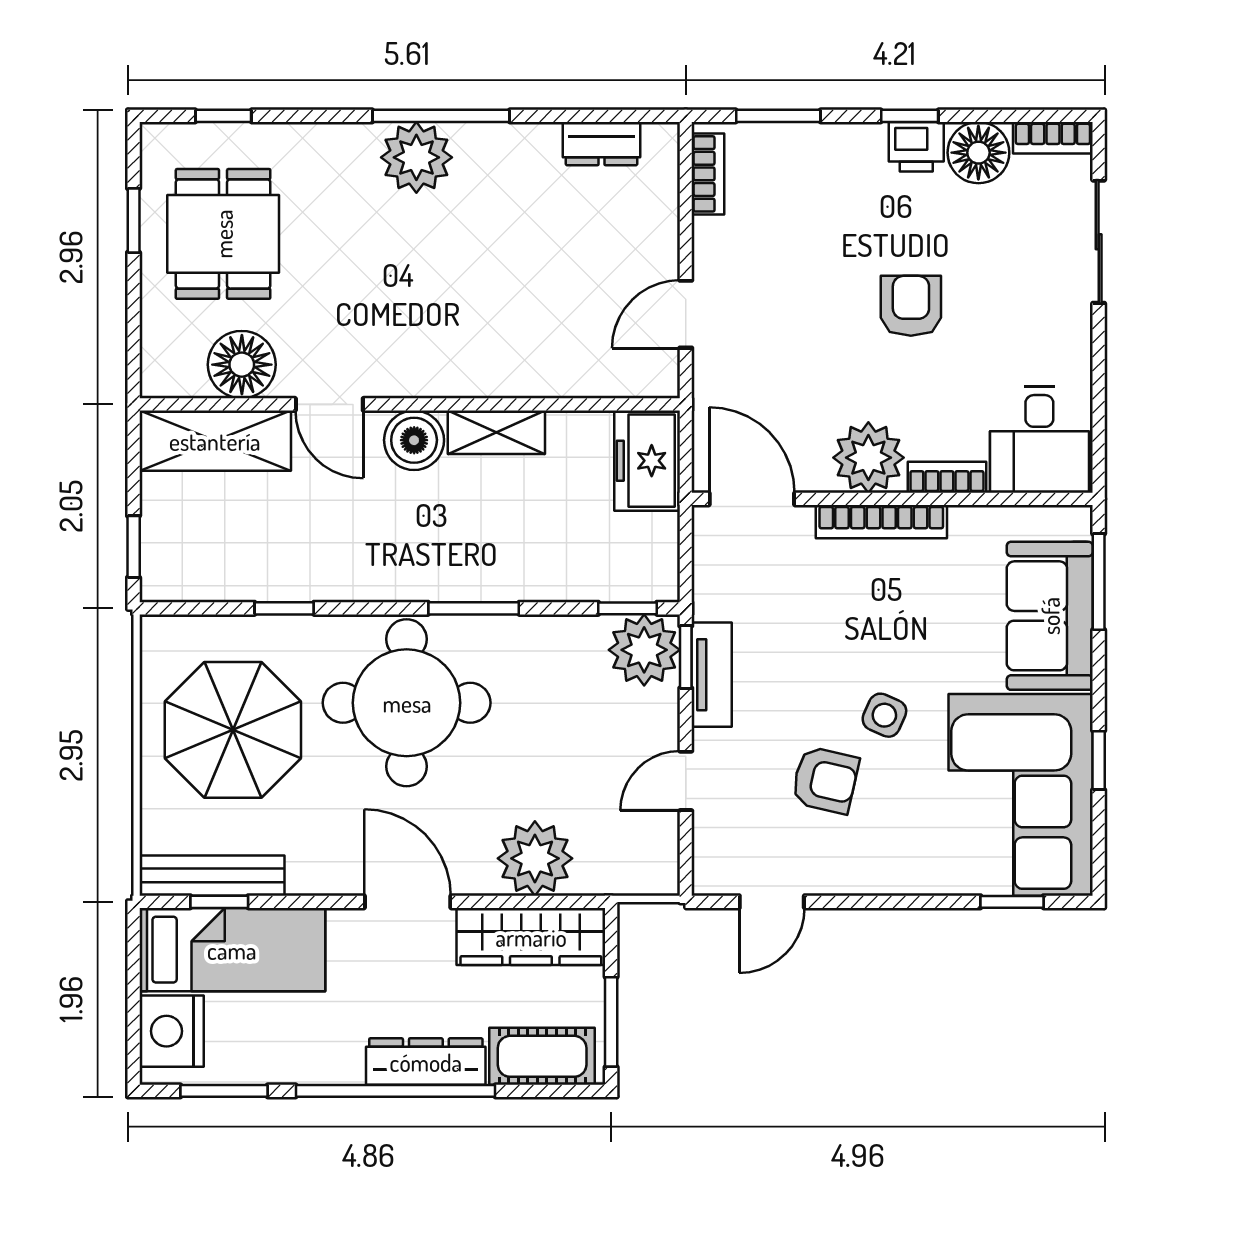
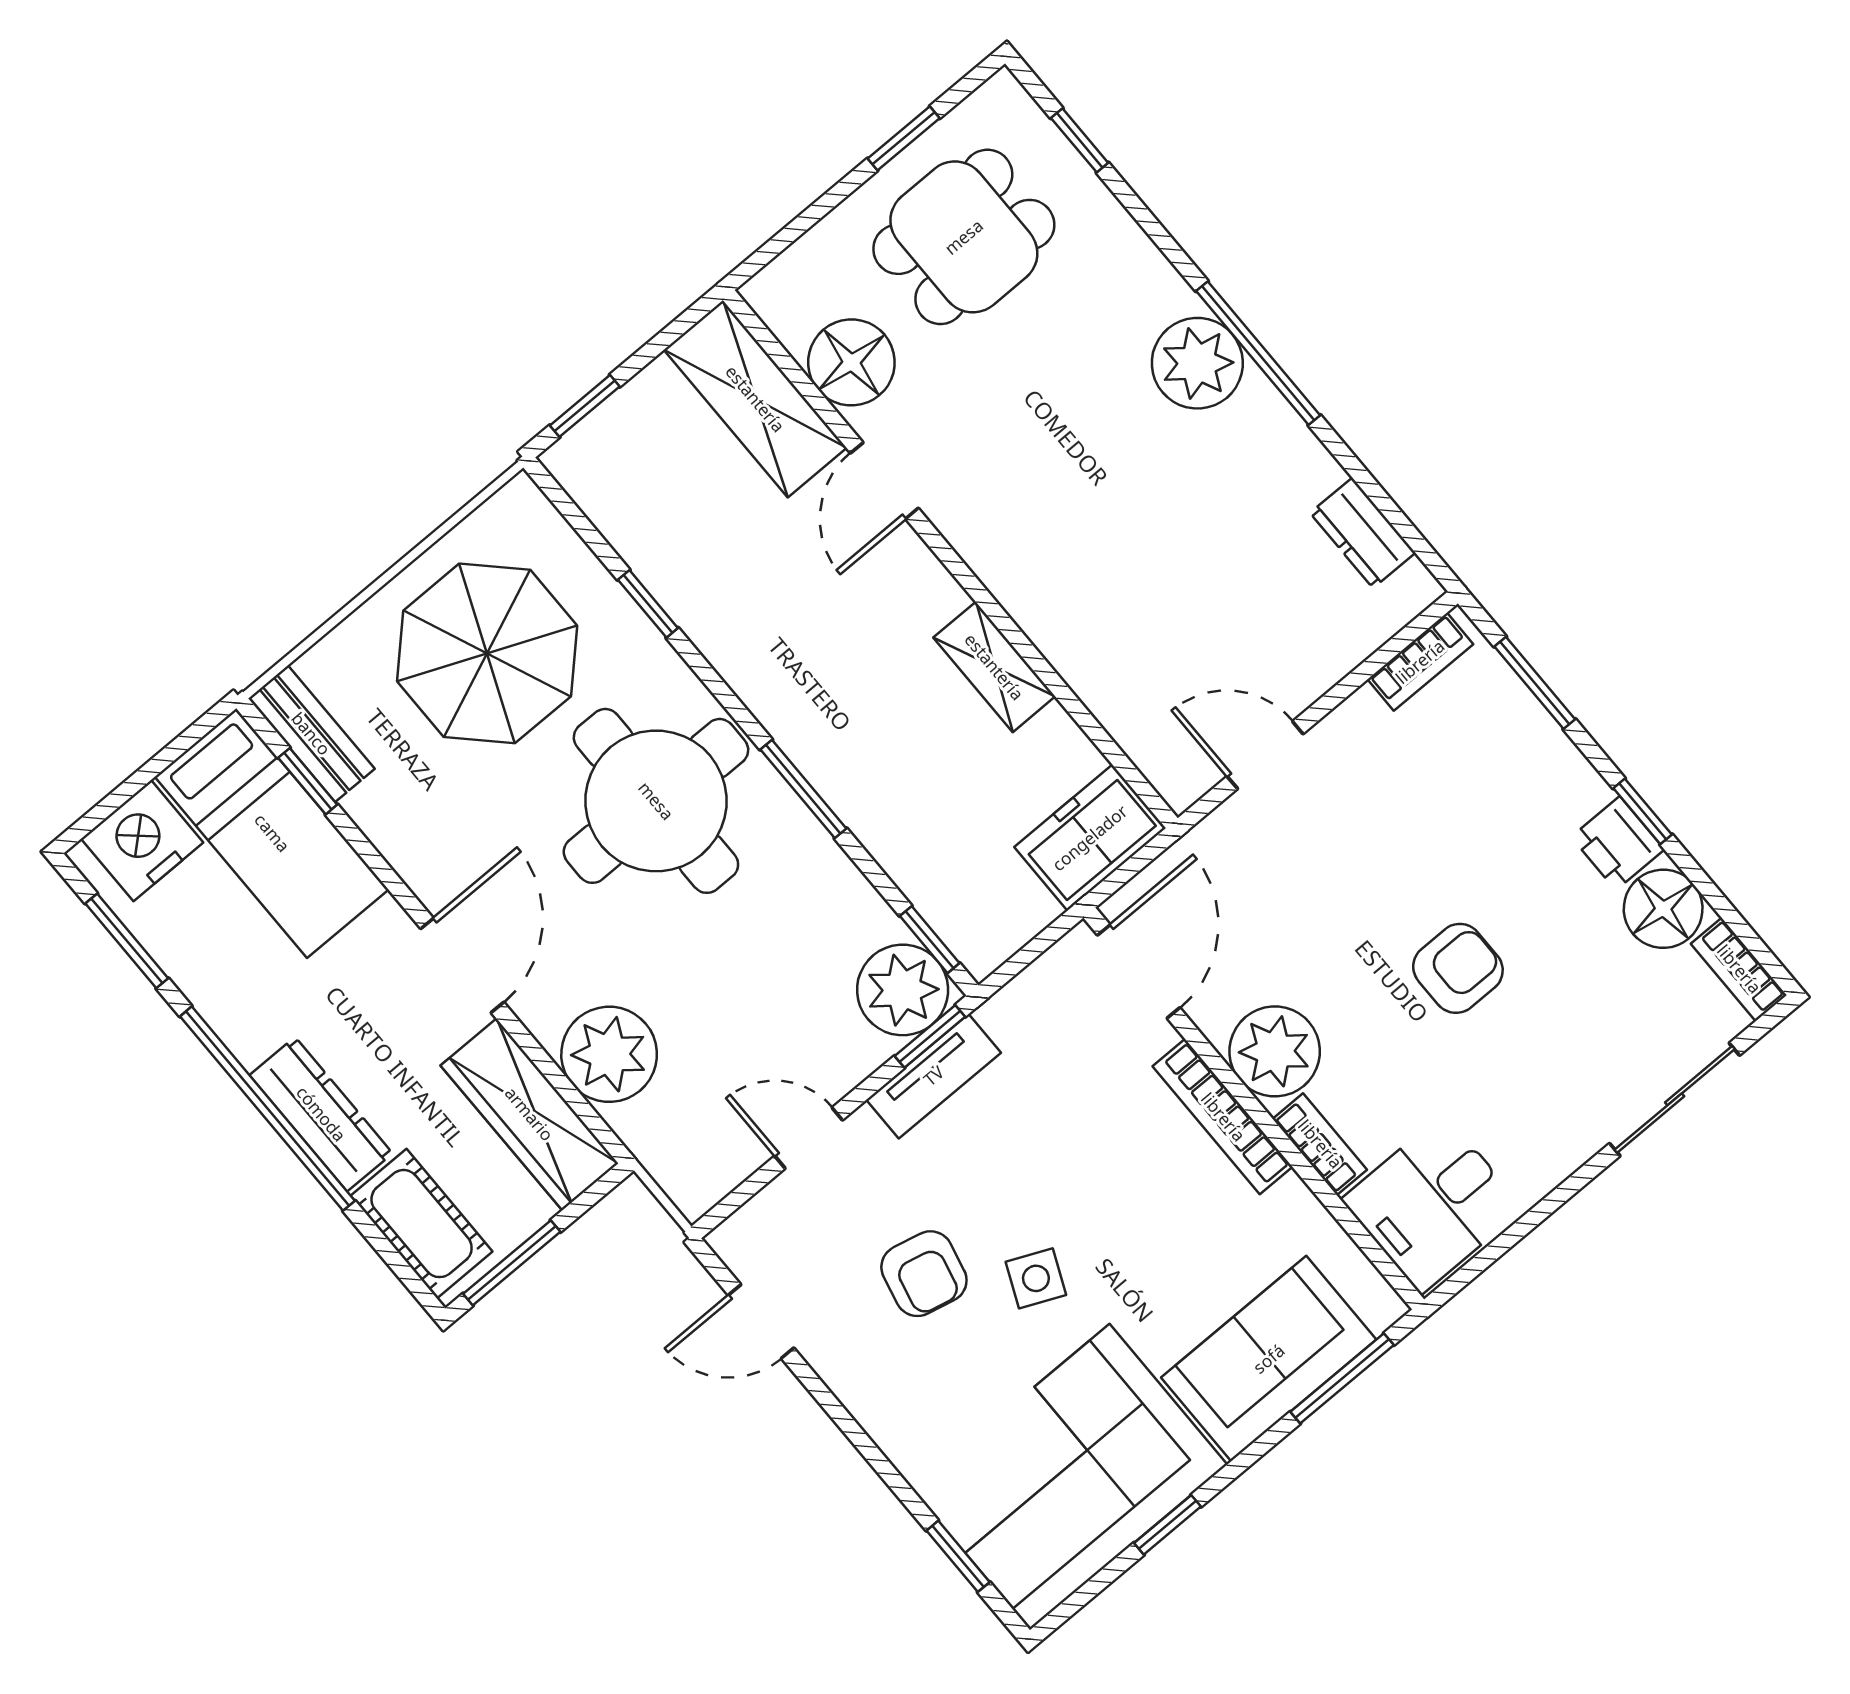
boiler: (414, 440) -> (919, 593), removed
bench: (212, 876) -> (311, 734), width x0.73

